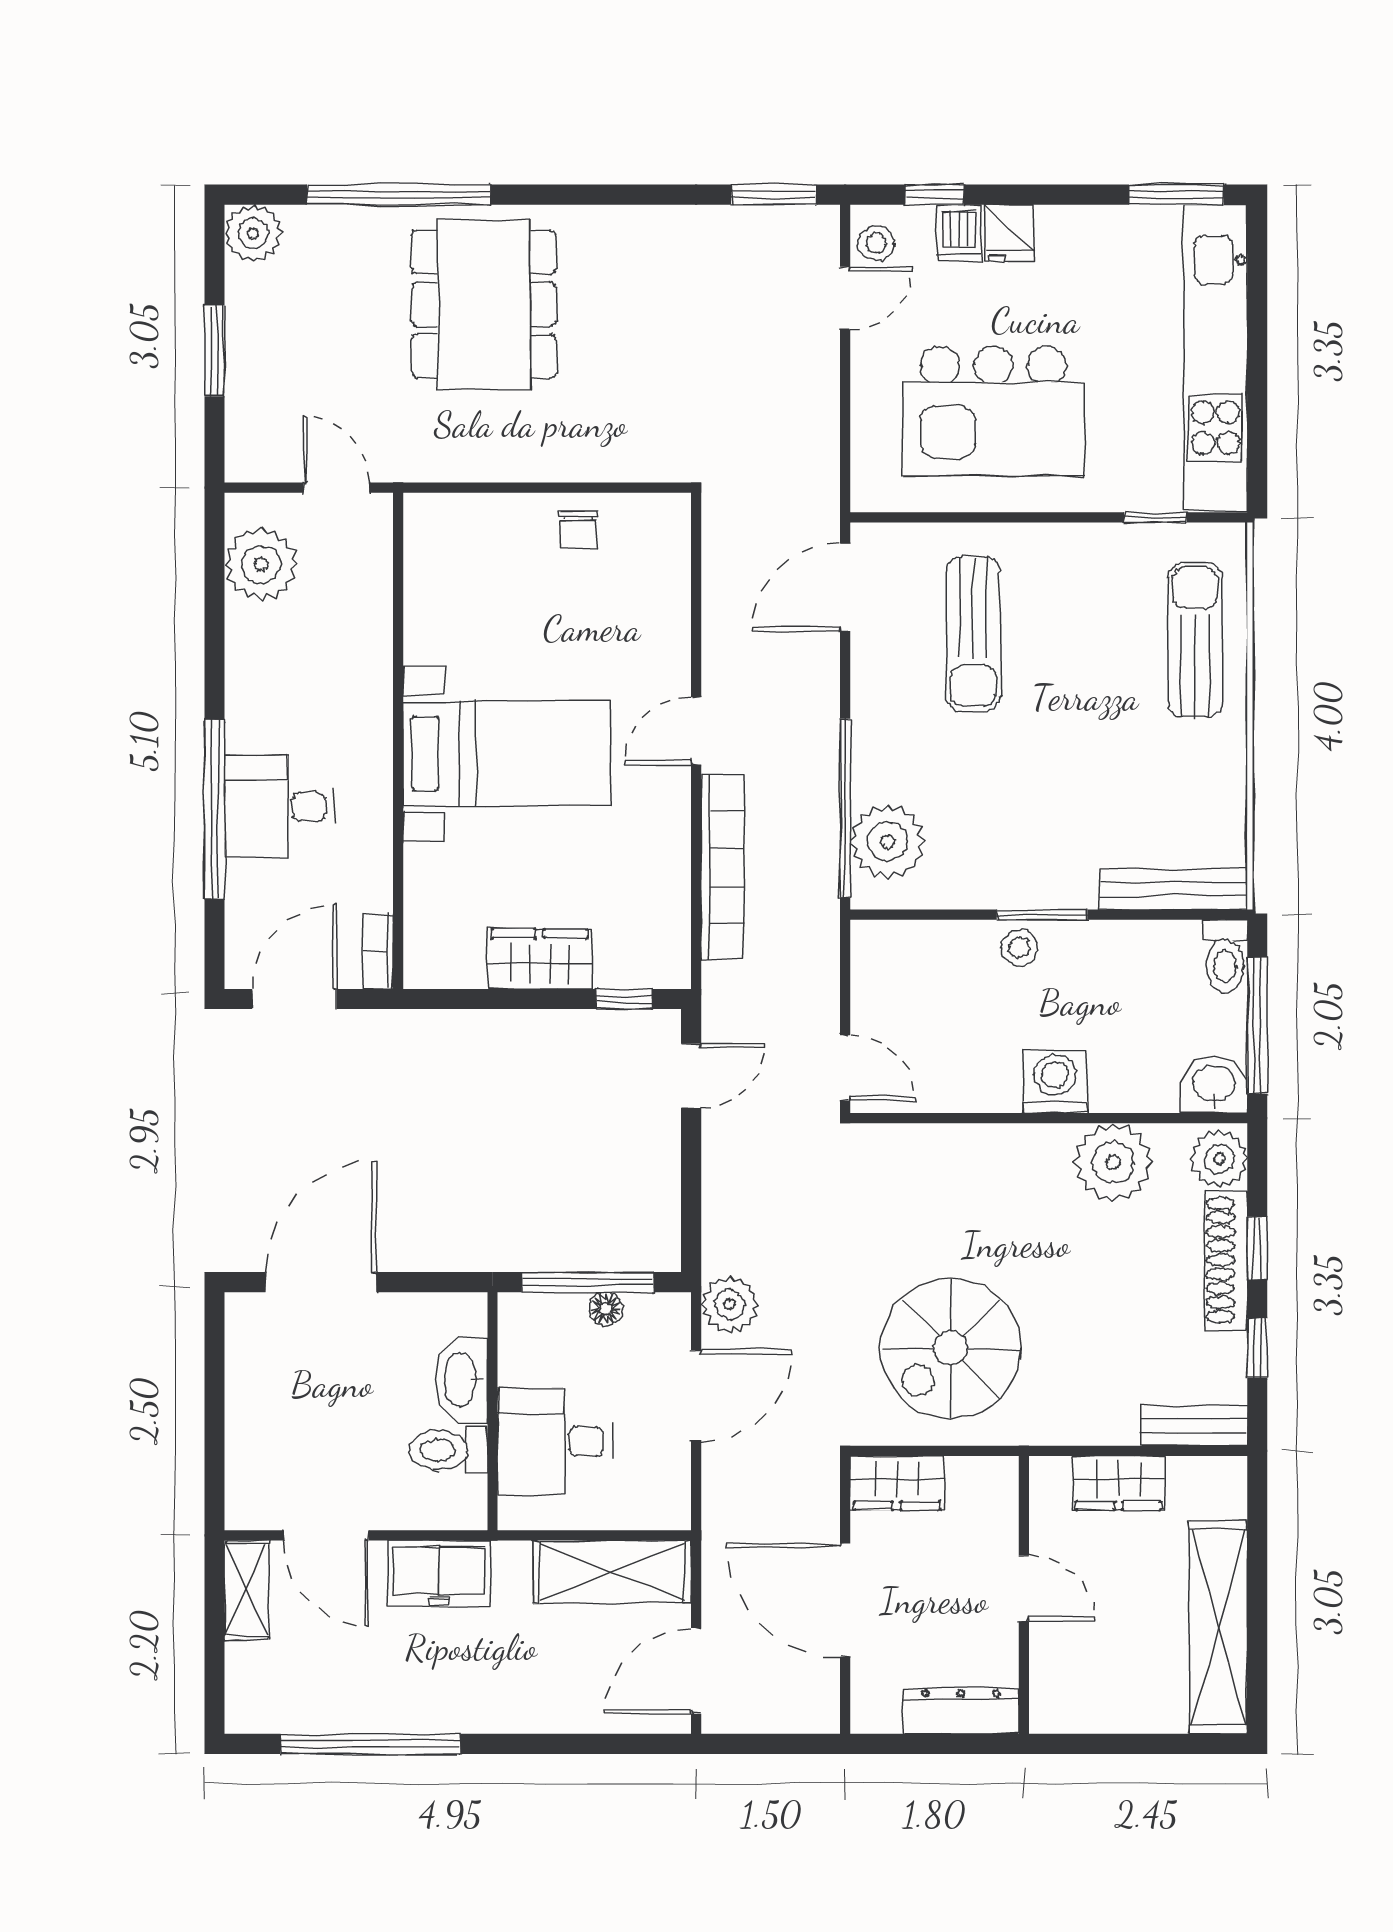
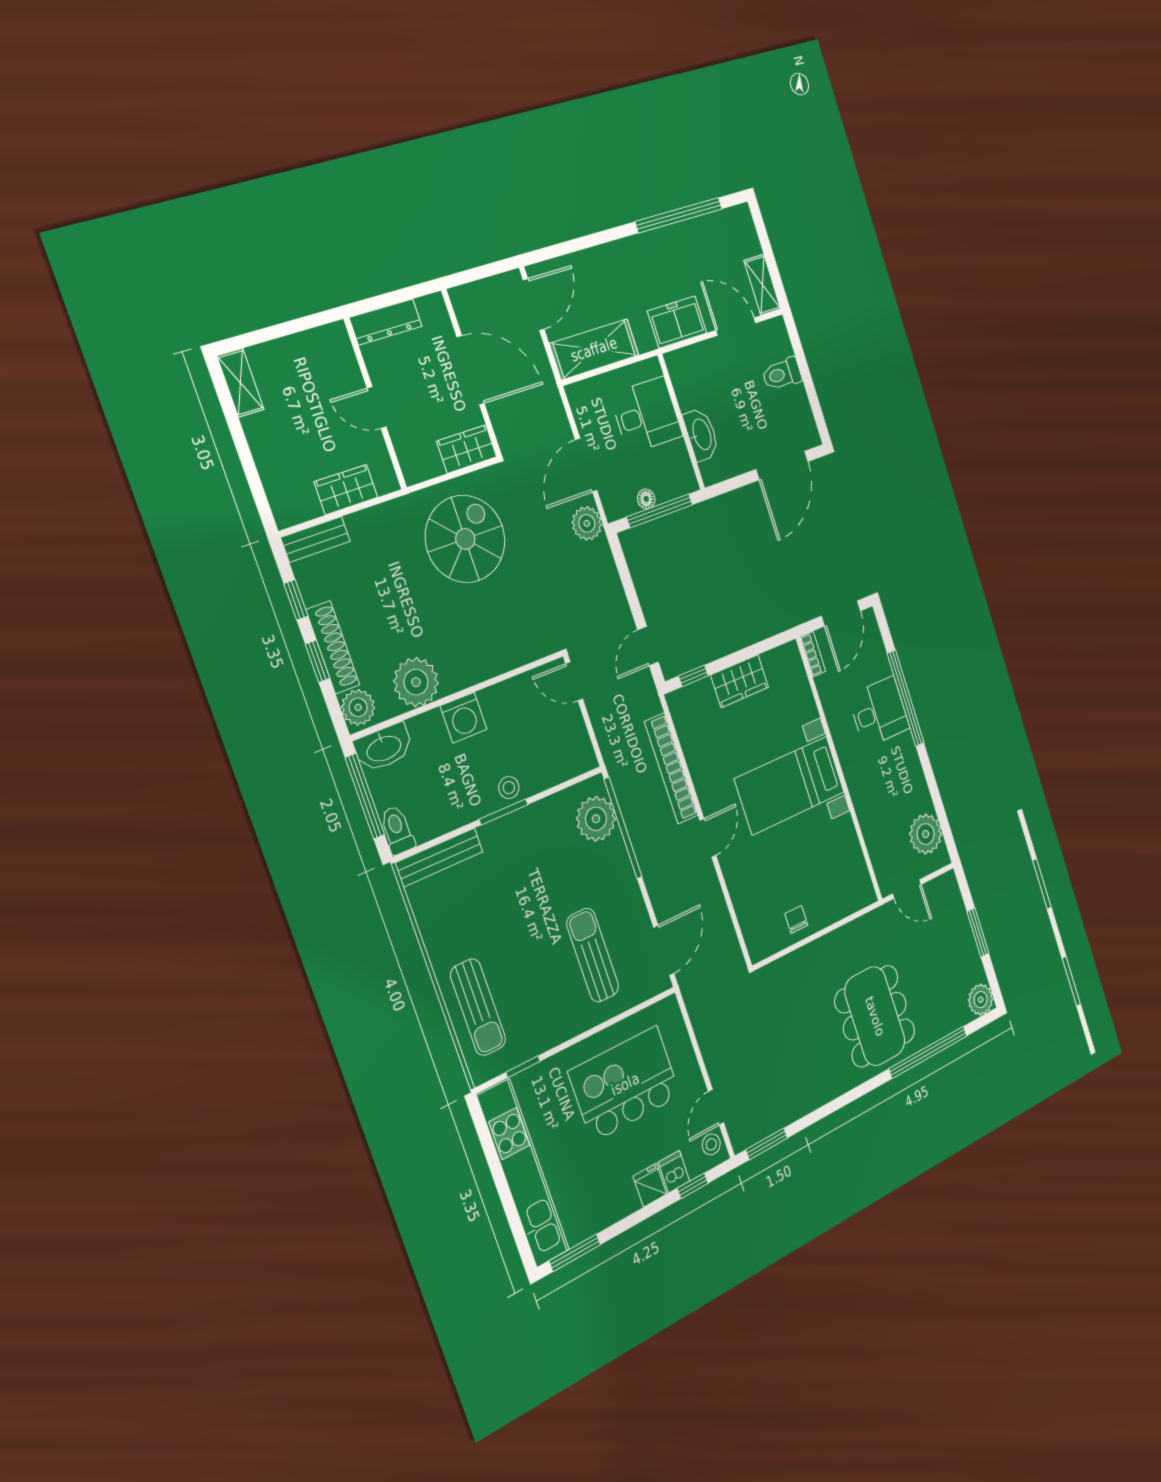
washbasin: (1214, 1085) -> (384, 748), width x1.38
toilet: (449, 1450) -> (782, 374), moved, turned 180
shelving: (1218, 1627) -> (240, 383), width x0.45, depth x0.75

